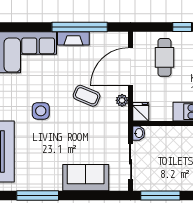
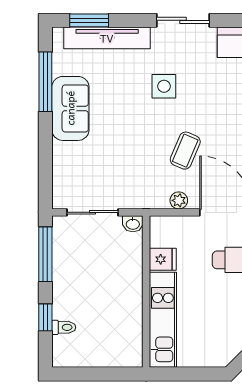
fridge: (141, 112) -> (163, 259), moved
sofa: (86, 178) -> (70, 108), moved

